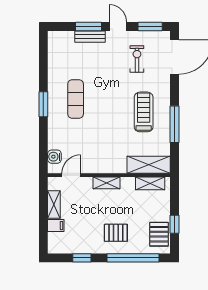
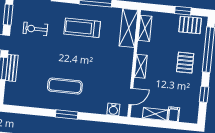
door: (71, 175) -> (131, 96), swing flipped

